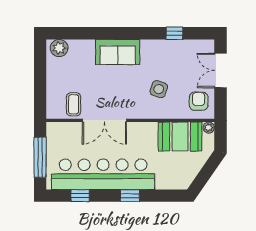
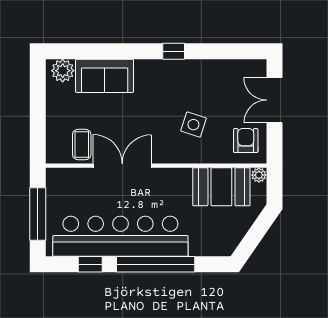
window: (174, 33) -> (174, 51), moved
sofa: (118, 52) -> (105, 76), moved
double door: (104, 120) -> (122, 166), swing flipped
window: (130, 196) -> (156, 264), width x3.17

